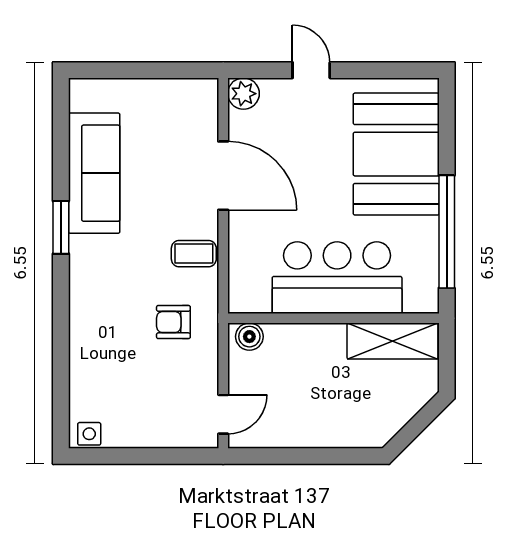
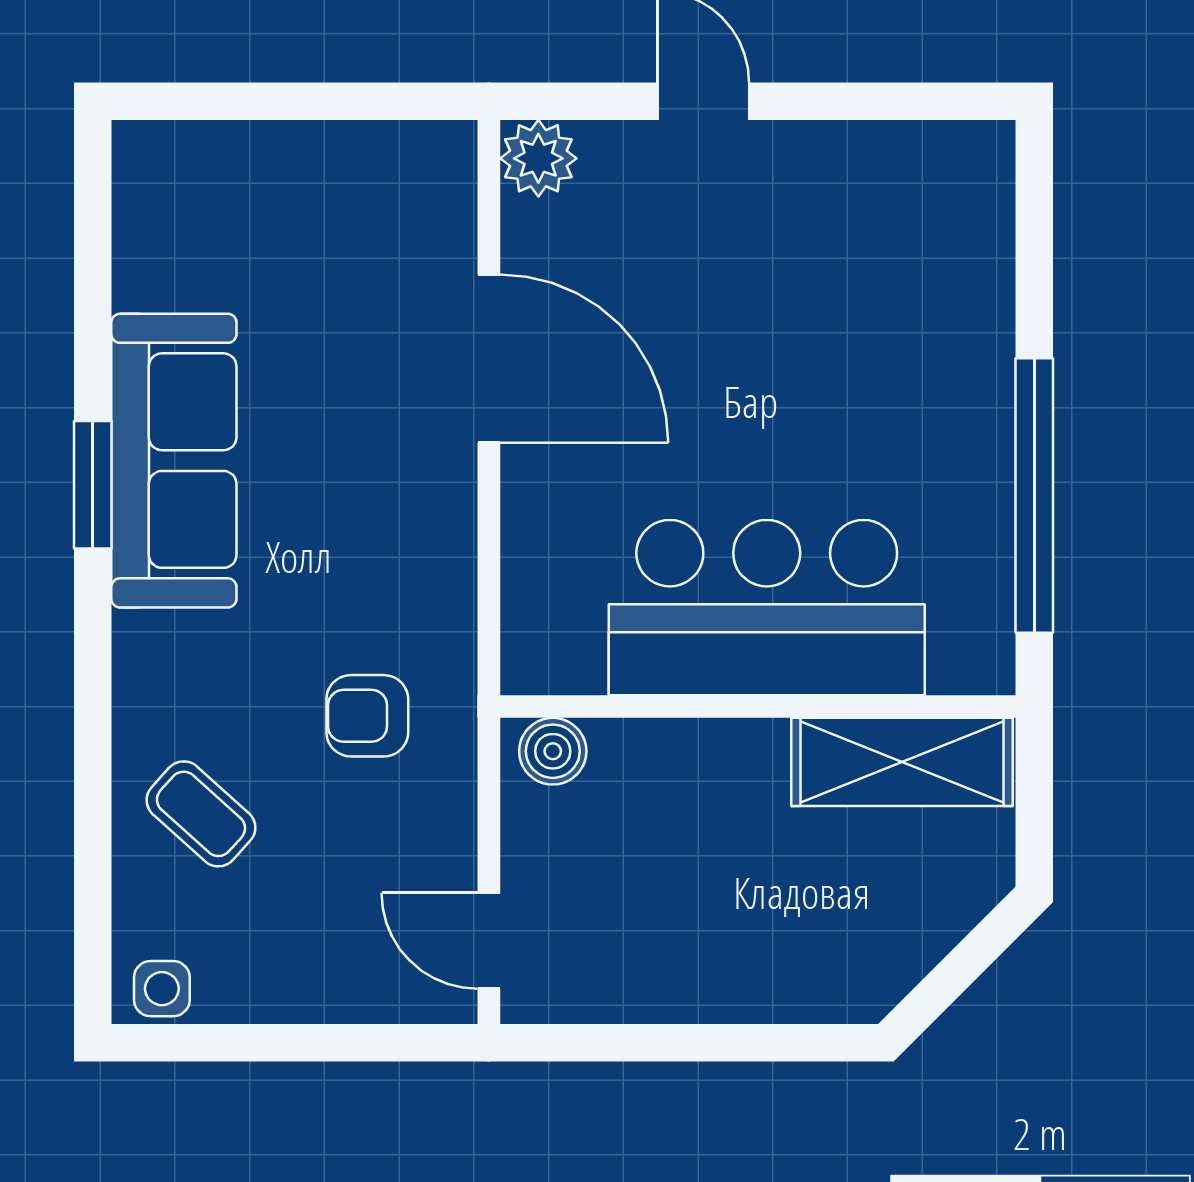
booth: (396, 154) -> (911, 306), removed
sofa: (94, 173) -> (174, 461), moved
coffee table: (194, 254) -> (201, 814), moved, turned 42
door: (223, 414) -> (489, 941), swing flipped

